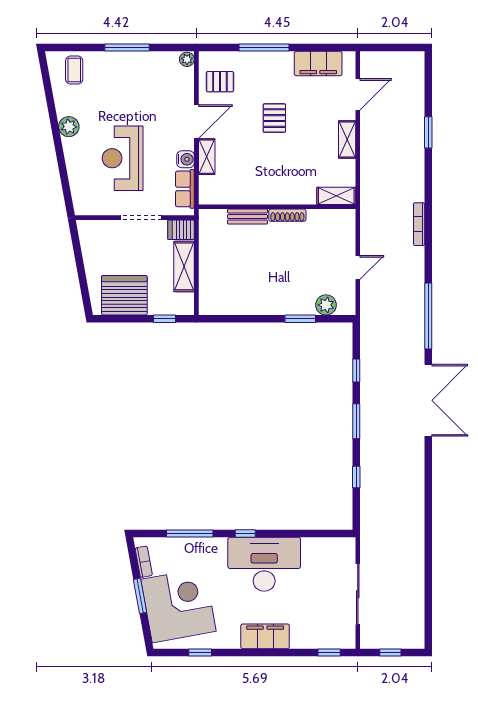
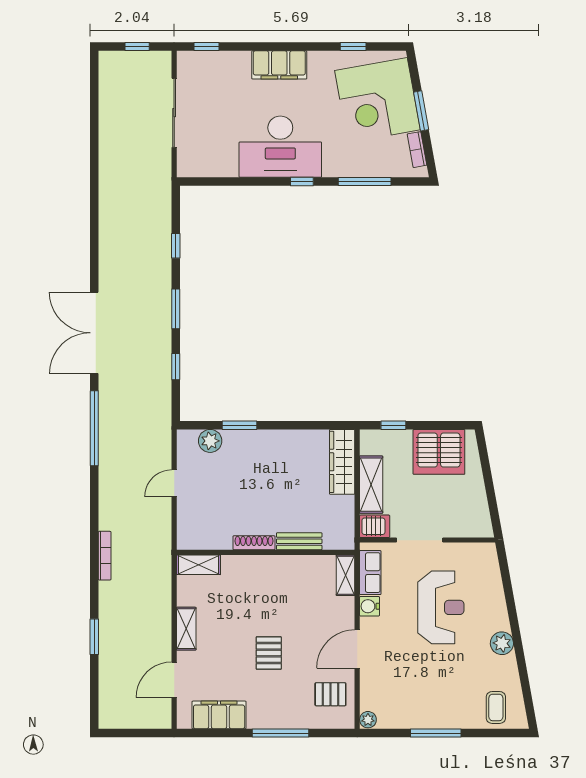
shelving: (207, 157) -> (346, 575), moved
bookcase: (419, 224) -> (105, 556), moved
wardrobe: (210, 287) -> (342, 462), added

